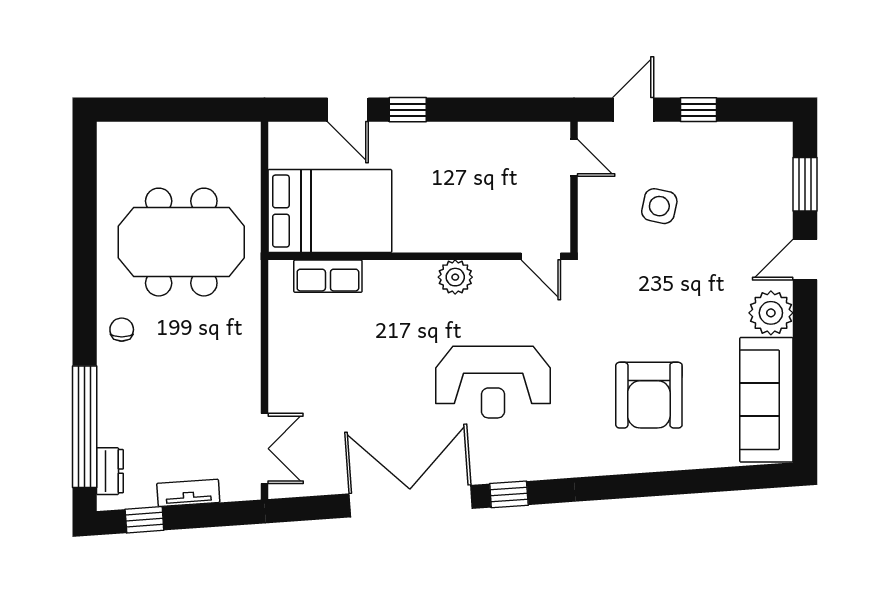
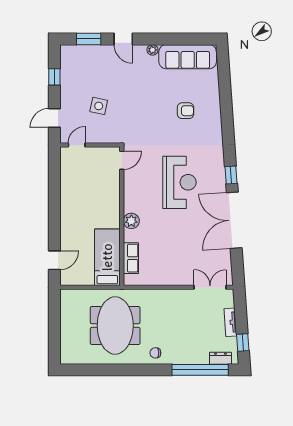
door: (348, 110) -> (54, 260), moved
window: (408, 110) -> (54, 221), removed
door: (633, 110) -> (54, 118), hinge flipped
window: (698, 110) -> (54, 77), moved
bed: (330, 211) -> (107, 257), width x0.67
plant: (455, 277) -> (131, 221), moved
plant: (771, 313) -> (152, 50), width x0.53, depth x0.53
armchair: (649, 395) -> (186, 111), width x0.53, depth x0.53

